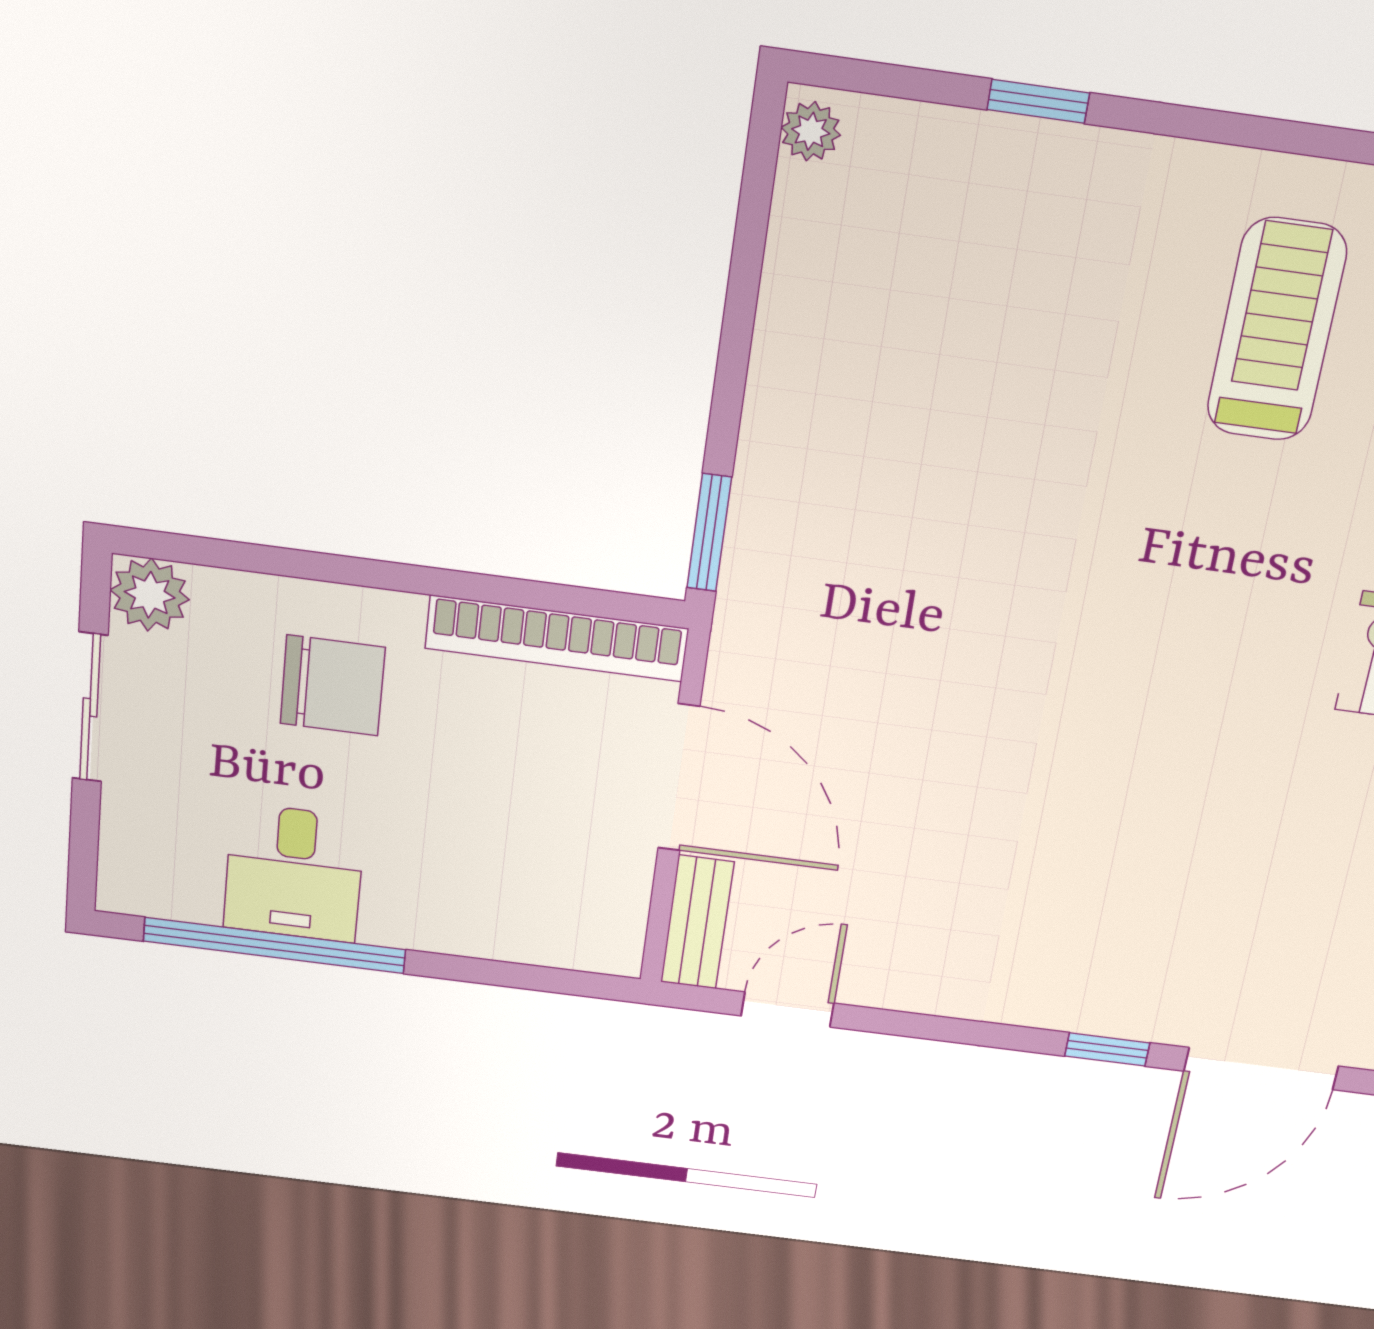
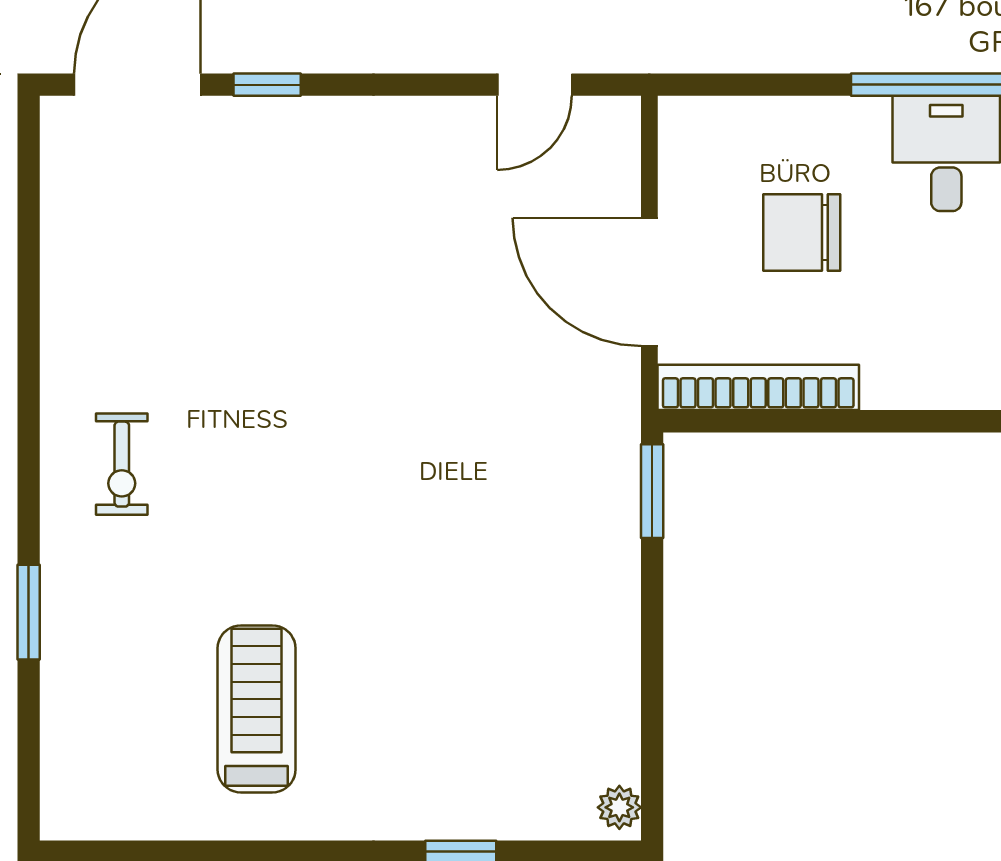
treadmill: (1277, 330) -> (257, 709), turned 180
chair: (332, 685) -> (802, 233), moved
bench: (697, 922) -> (618, 155), removed

